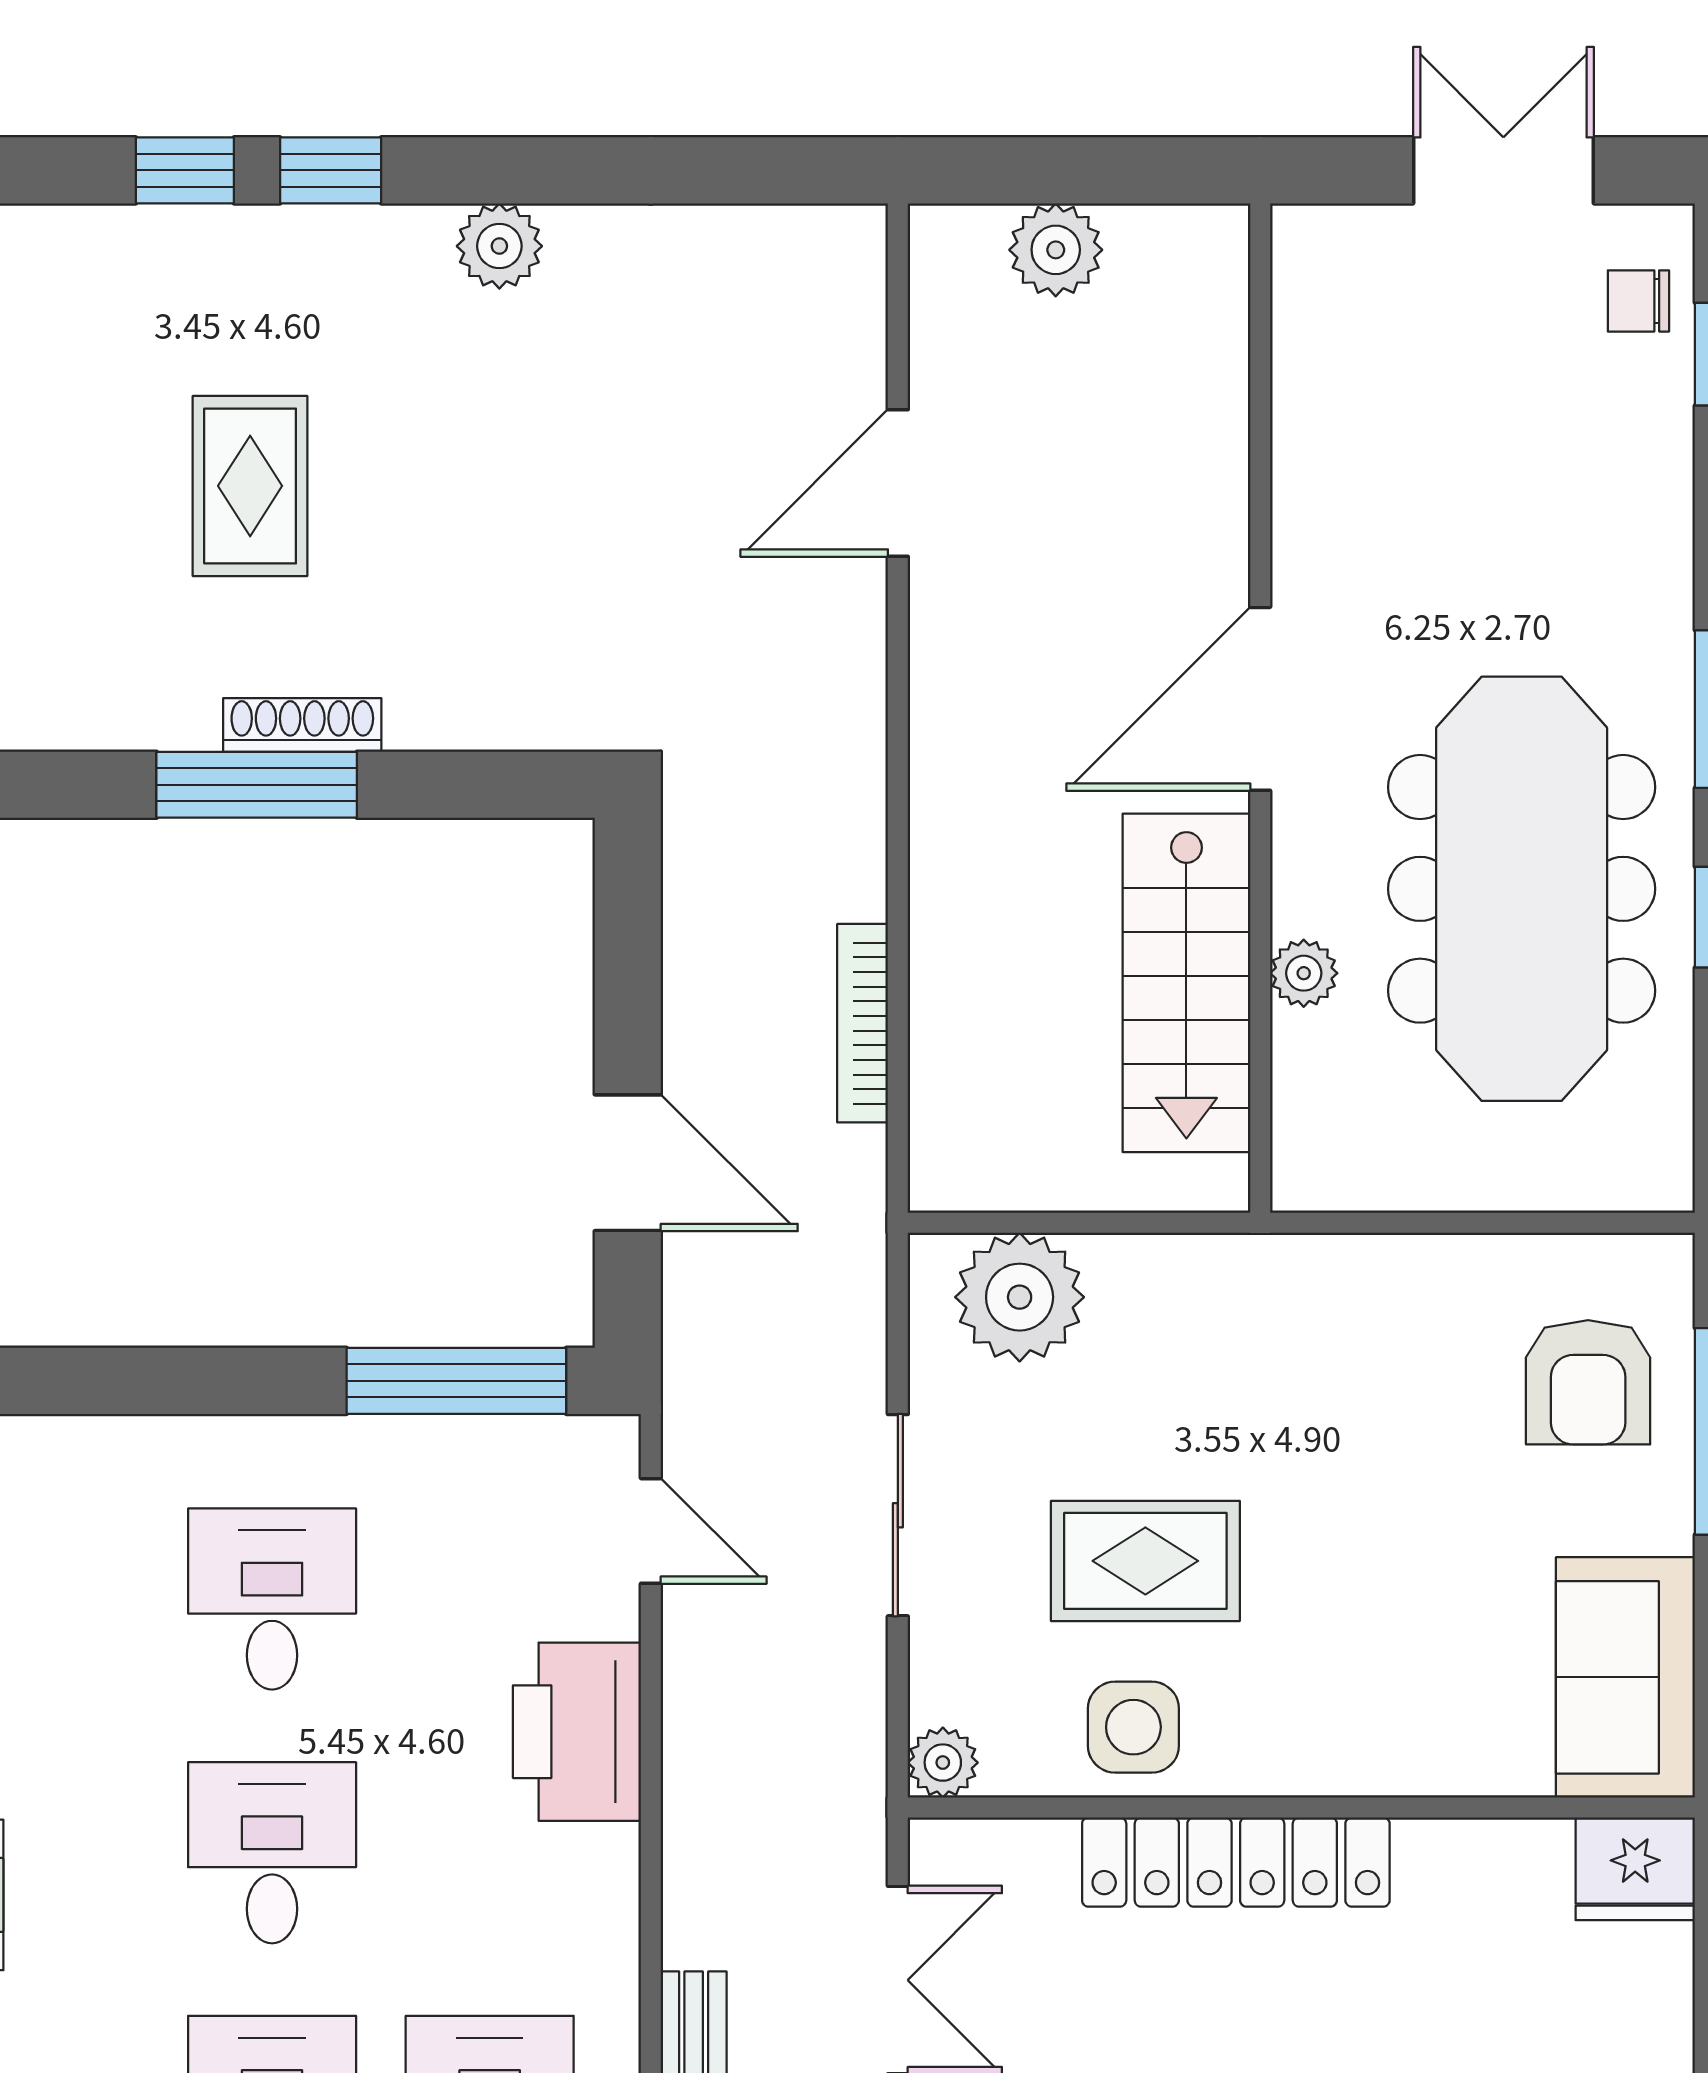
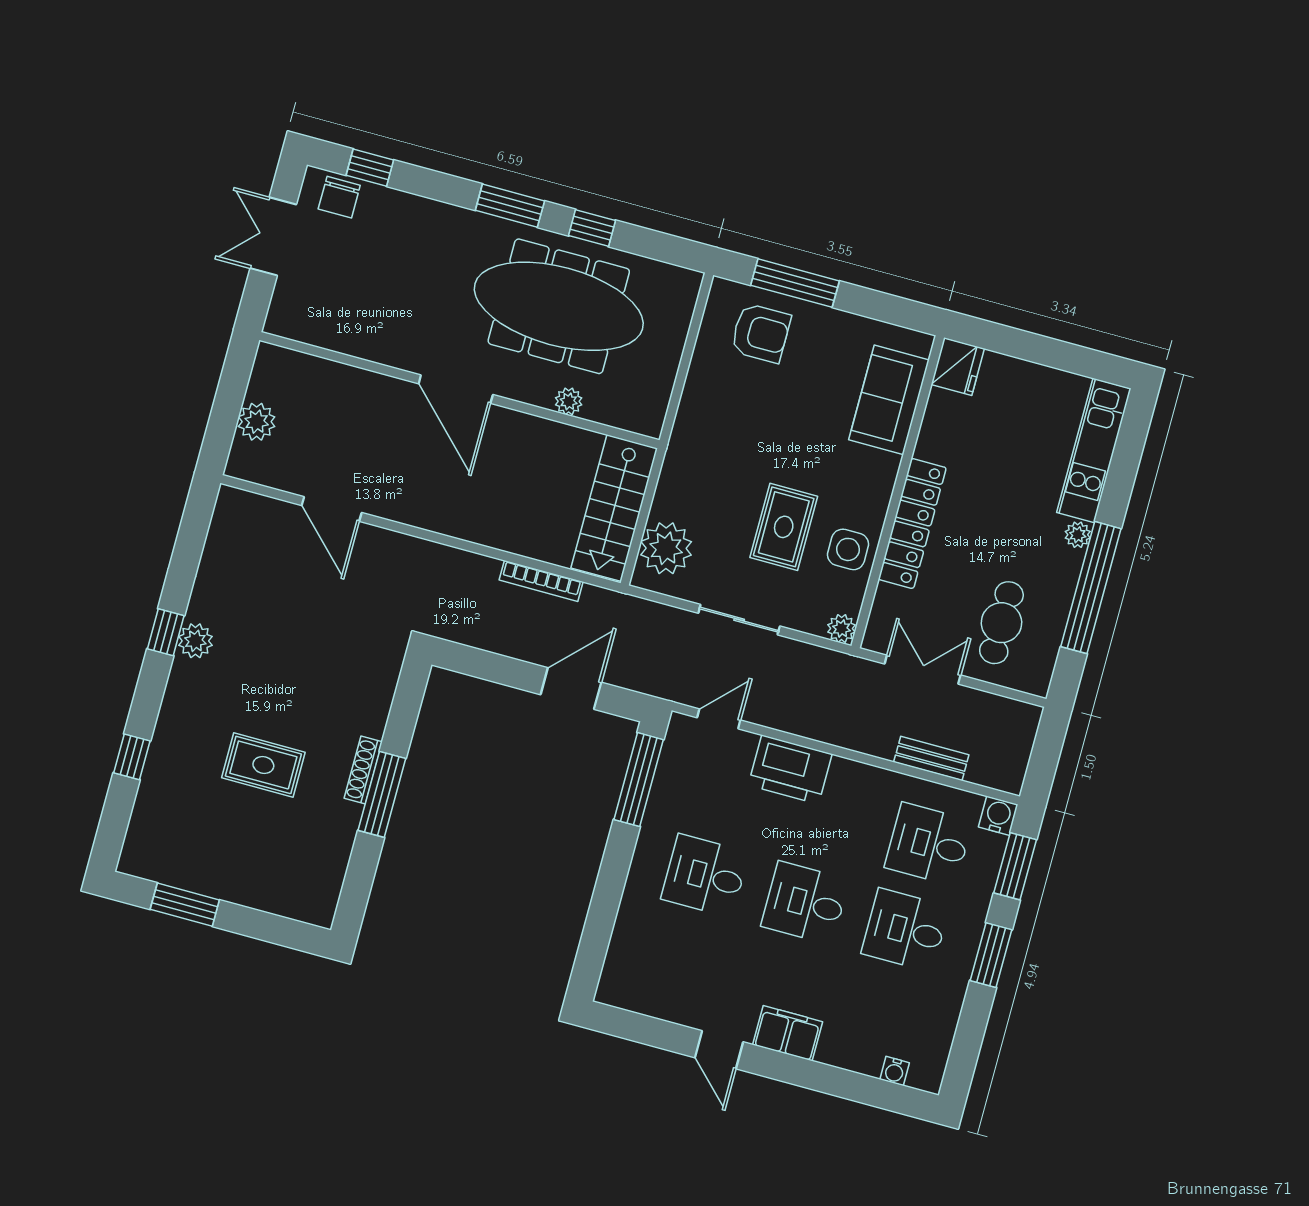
window: (331, 170) -> (166, 632), moved
chair: (1638, 301) -> (339, 197), width x1.37, depth x1.37
stairs: (1186, 983) -> (614, 508), moved, turned 90
sofa: (1625, 1677) -> (889, 400), moved, turned 90

